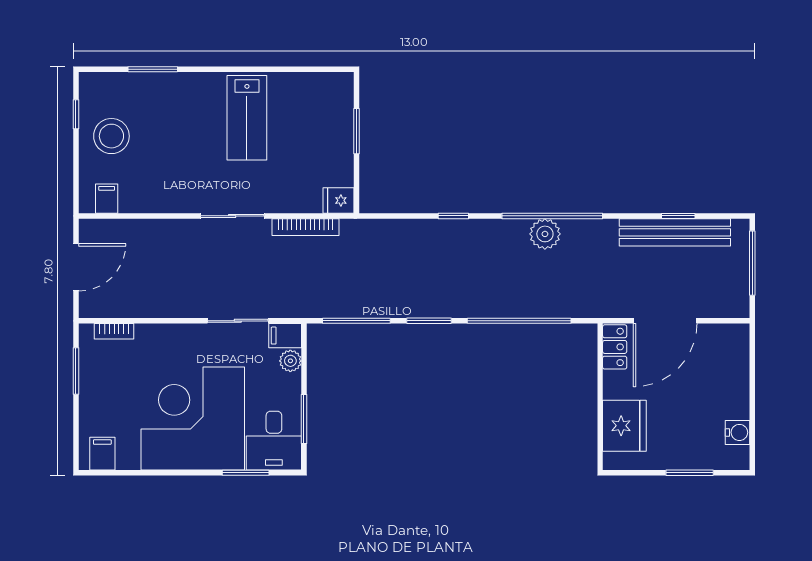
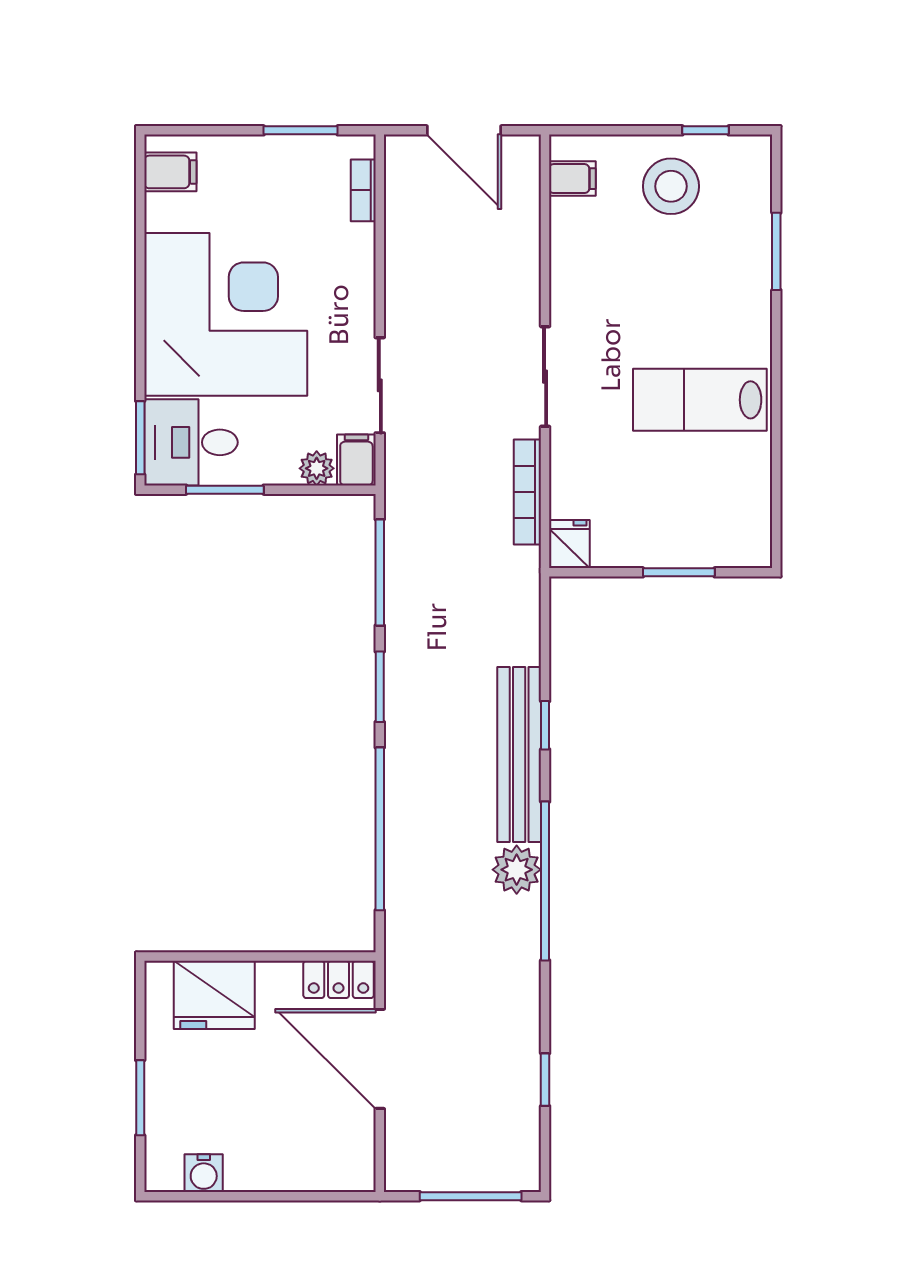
bench: (675, 232) -> (519, 755), moved
window: (246, 473) -> (140, 438), moved

